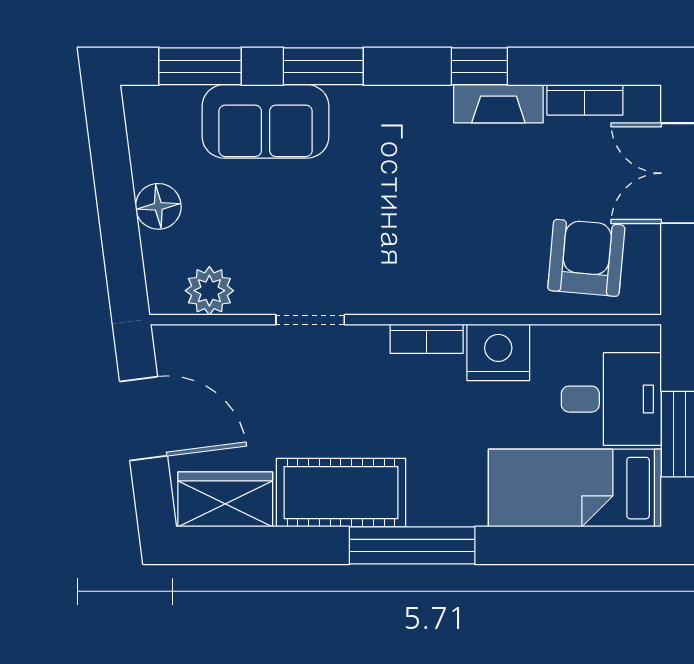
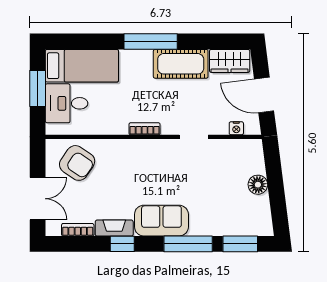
window: (323, 66) -> (188, 244), width x1.44
sofa: (266, 121) -> (161, 221), moved
armchair: (586, 258) -> (77, 163), turned -61
plant: (209, 291) -> (236, 149), removed
nightstand: (498, 352) -> (236, 128), moved, width x0.53, depth x0.56

